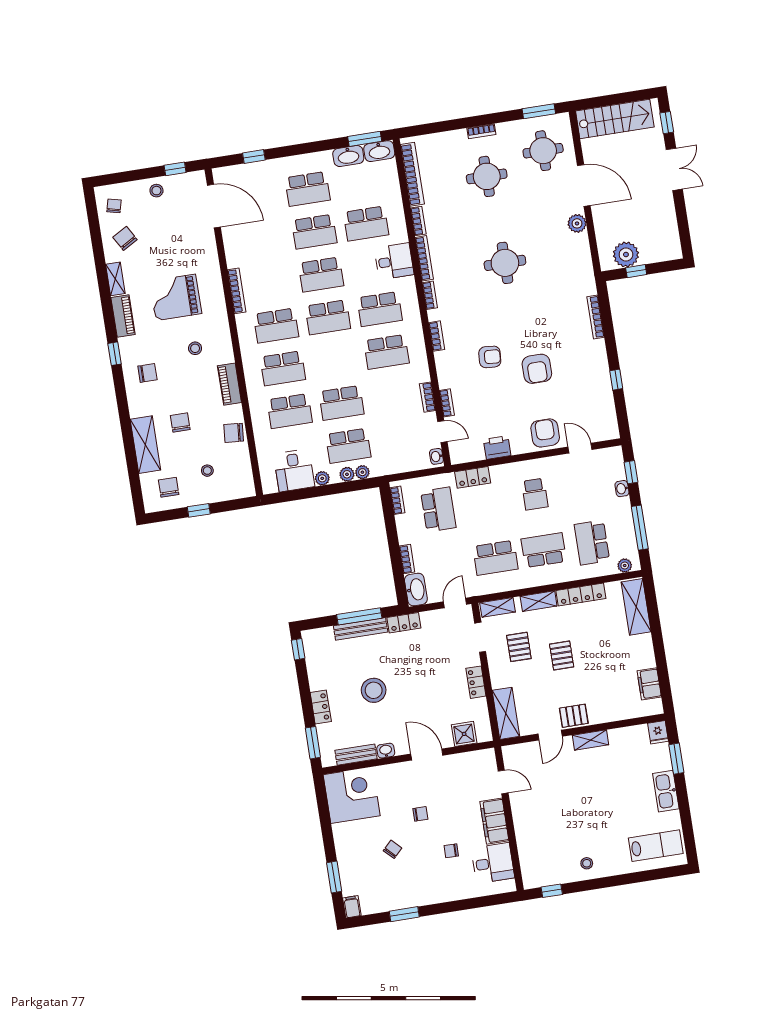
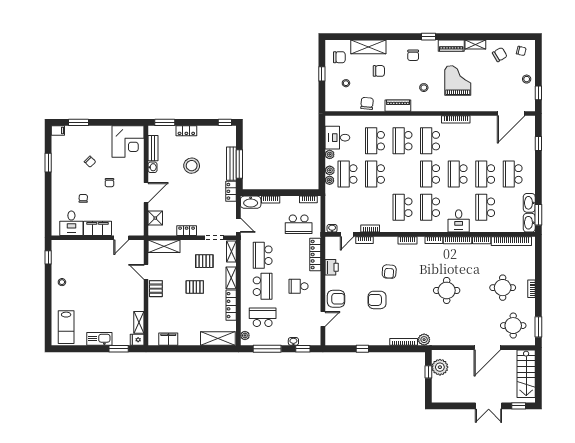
plant: (577, 223) -> (424, 340), moved
locker: (473, 477) -> (315, 254), width x1.53
shelving: (591, 740) -> (139, 322), moved

